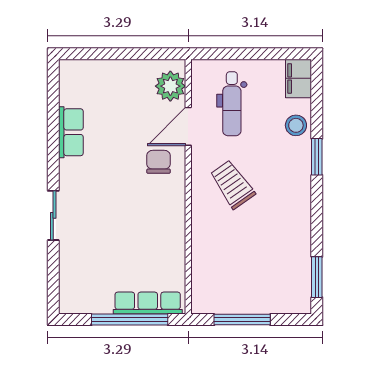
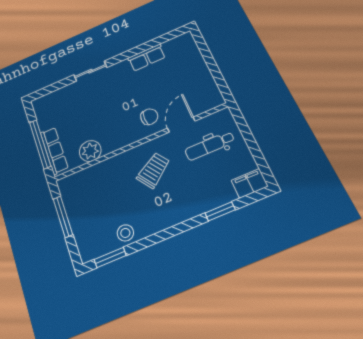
plant: (170, 86) -> (90, 151), moved
stool: (296, 125) -> (125, 233), moved
door: (188, 126) -> (181, 125), hinge flipped
window: (317, 157) -> (220, 211), moved

